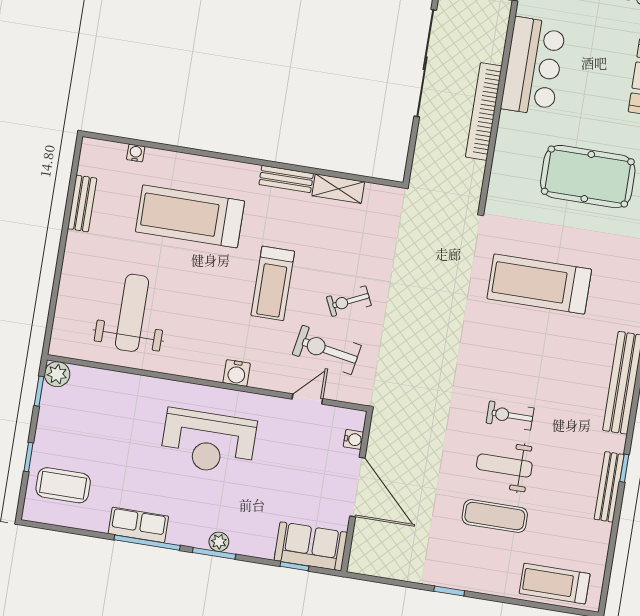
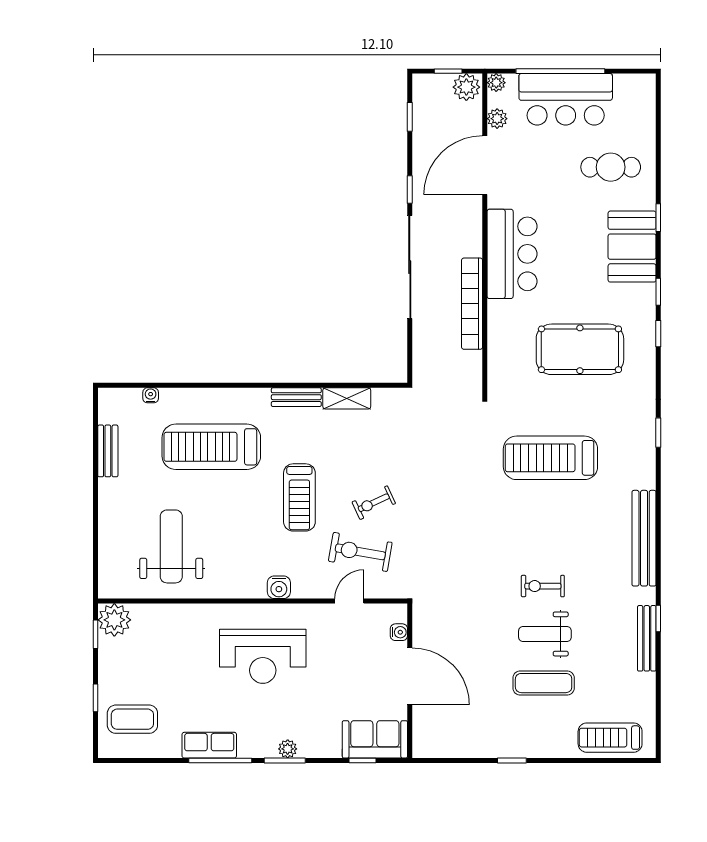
plant: (57, 374) -> (114, 620), width x1.36, depth x1.36

